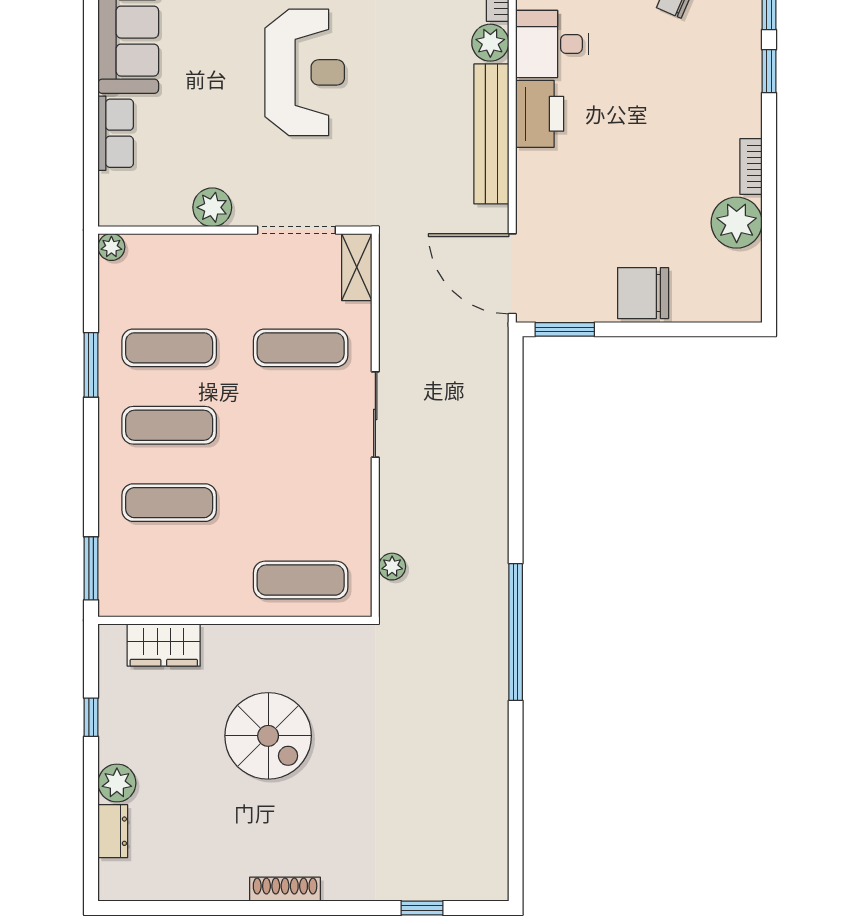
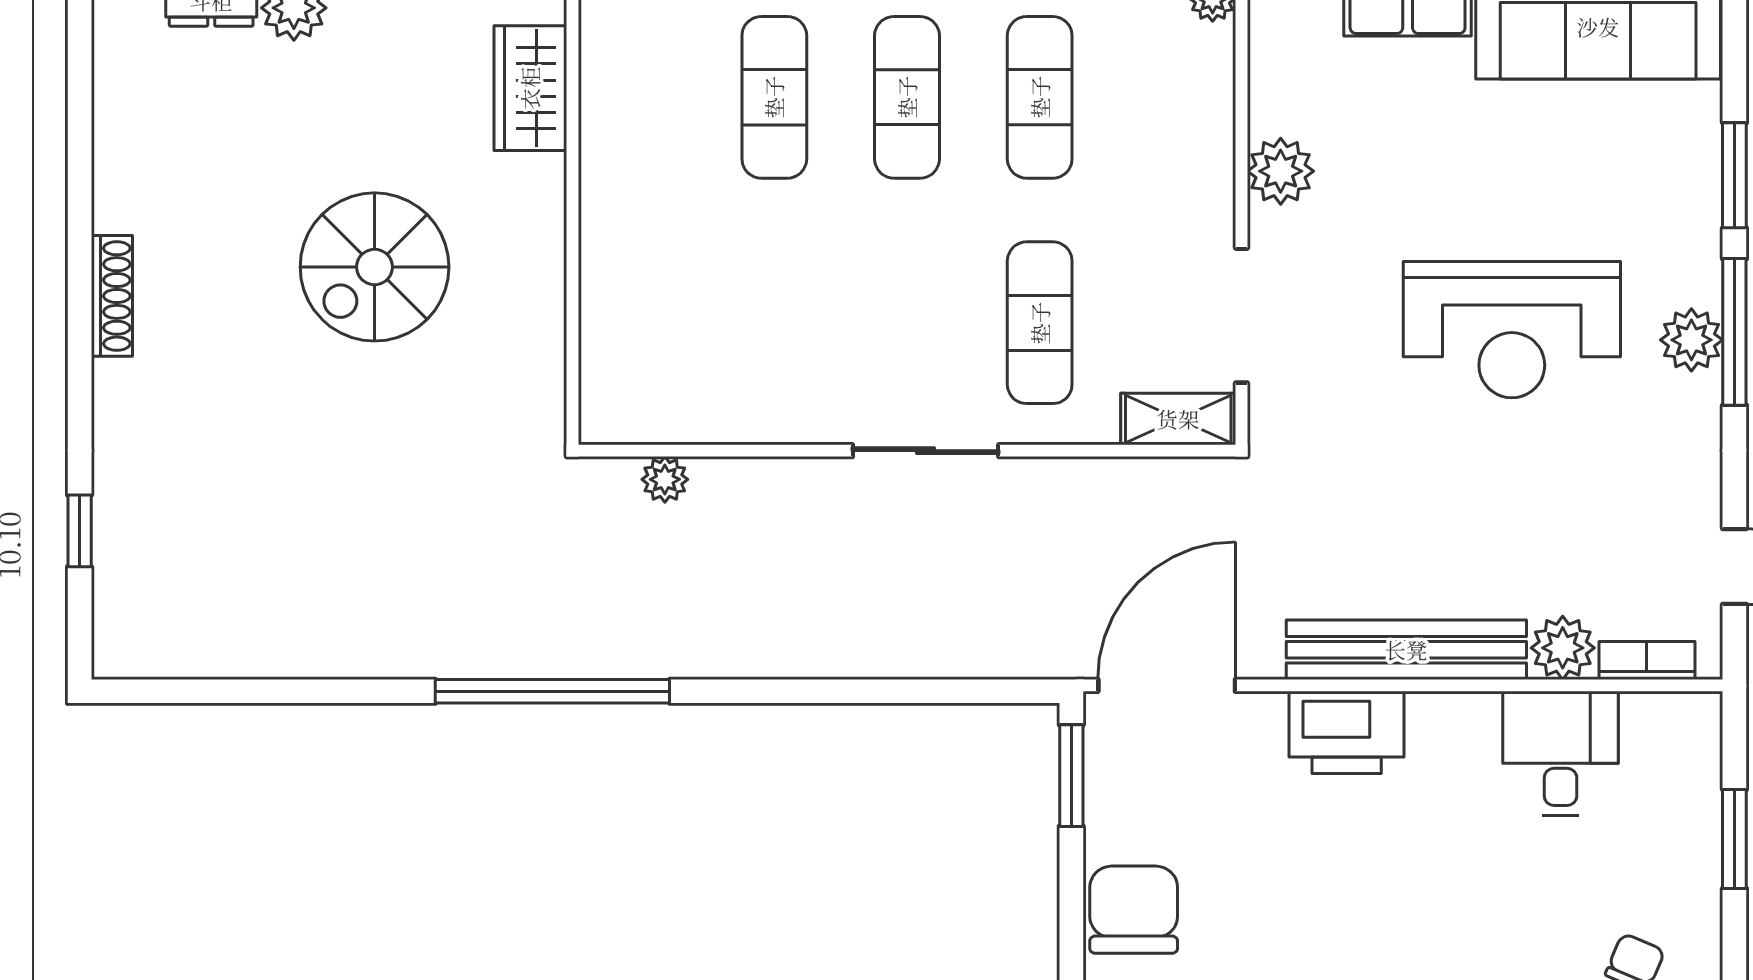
printer: (540, 114) -> (1347, 732), moved
exercise mat: (301, 580) -> (642, 323), removed

